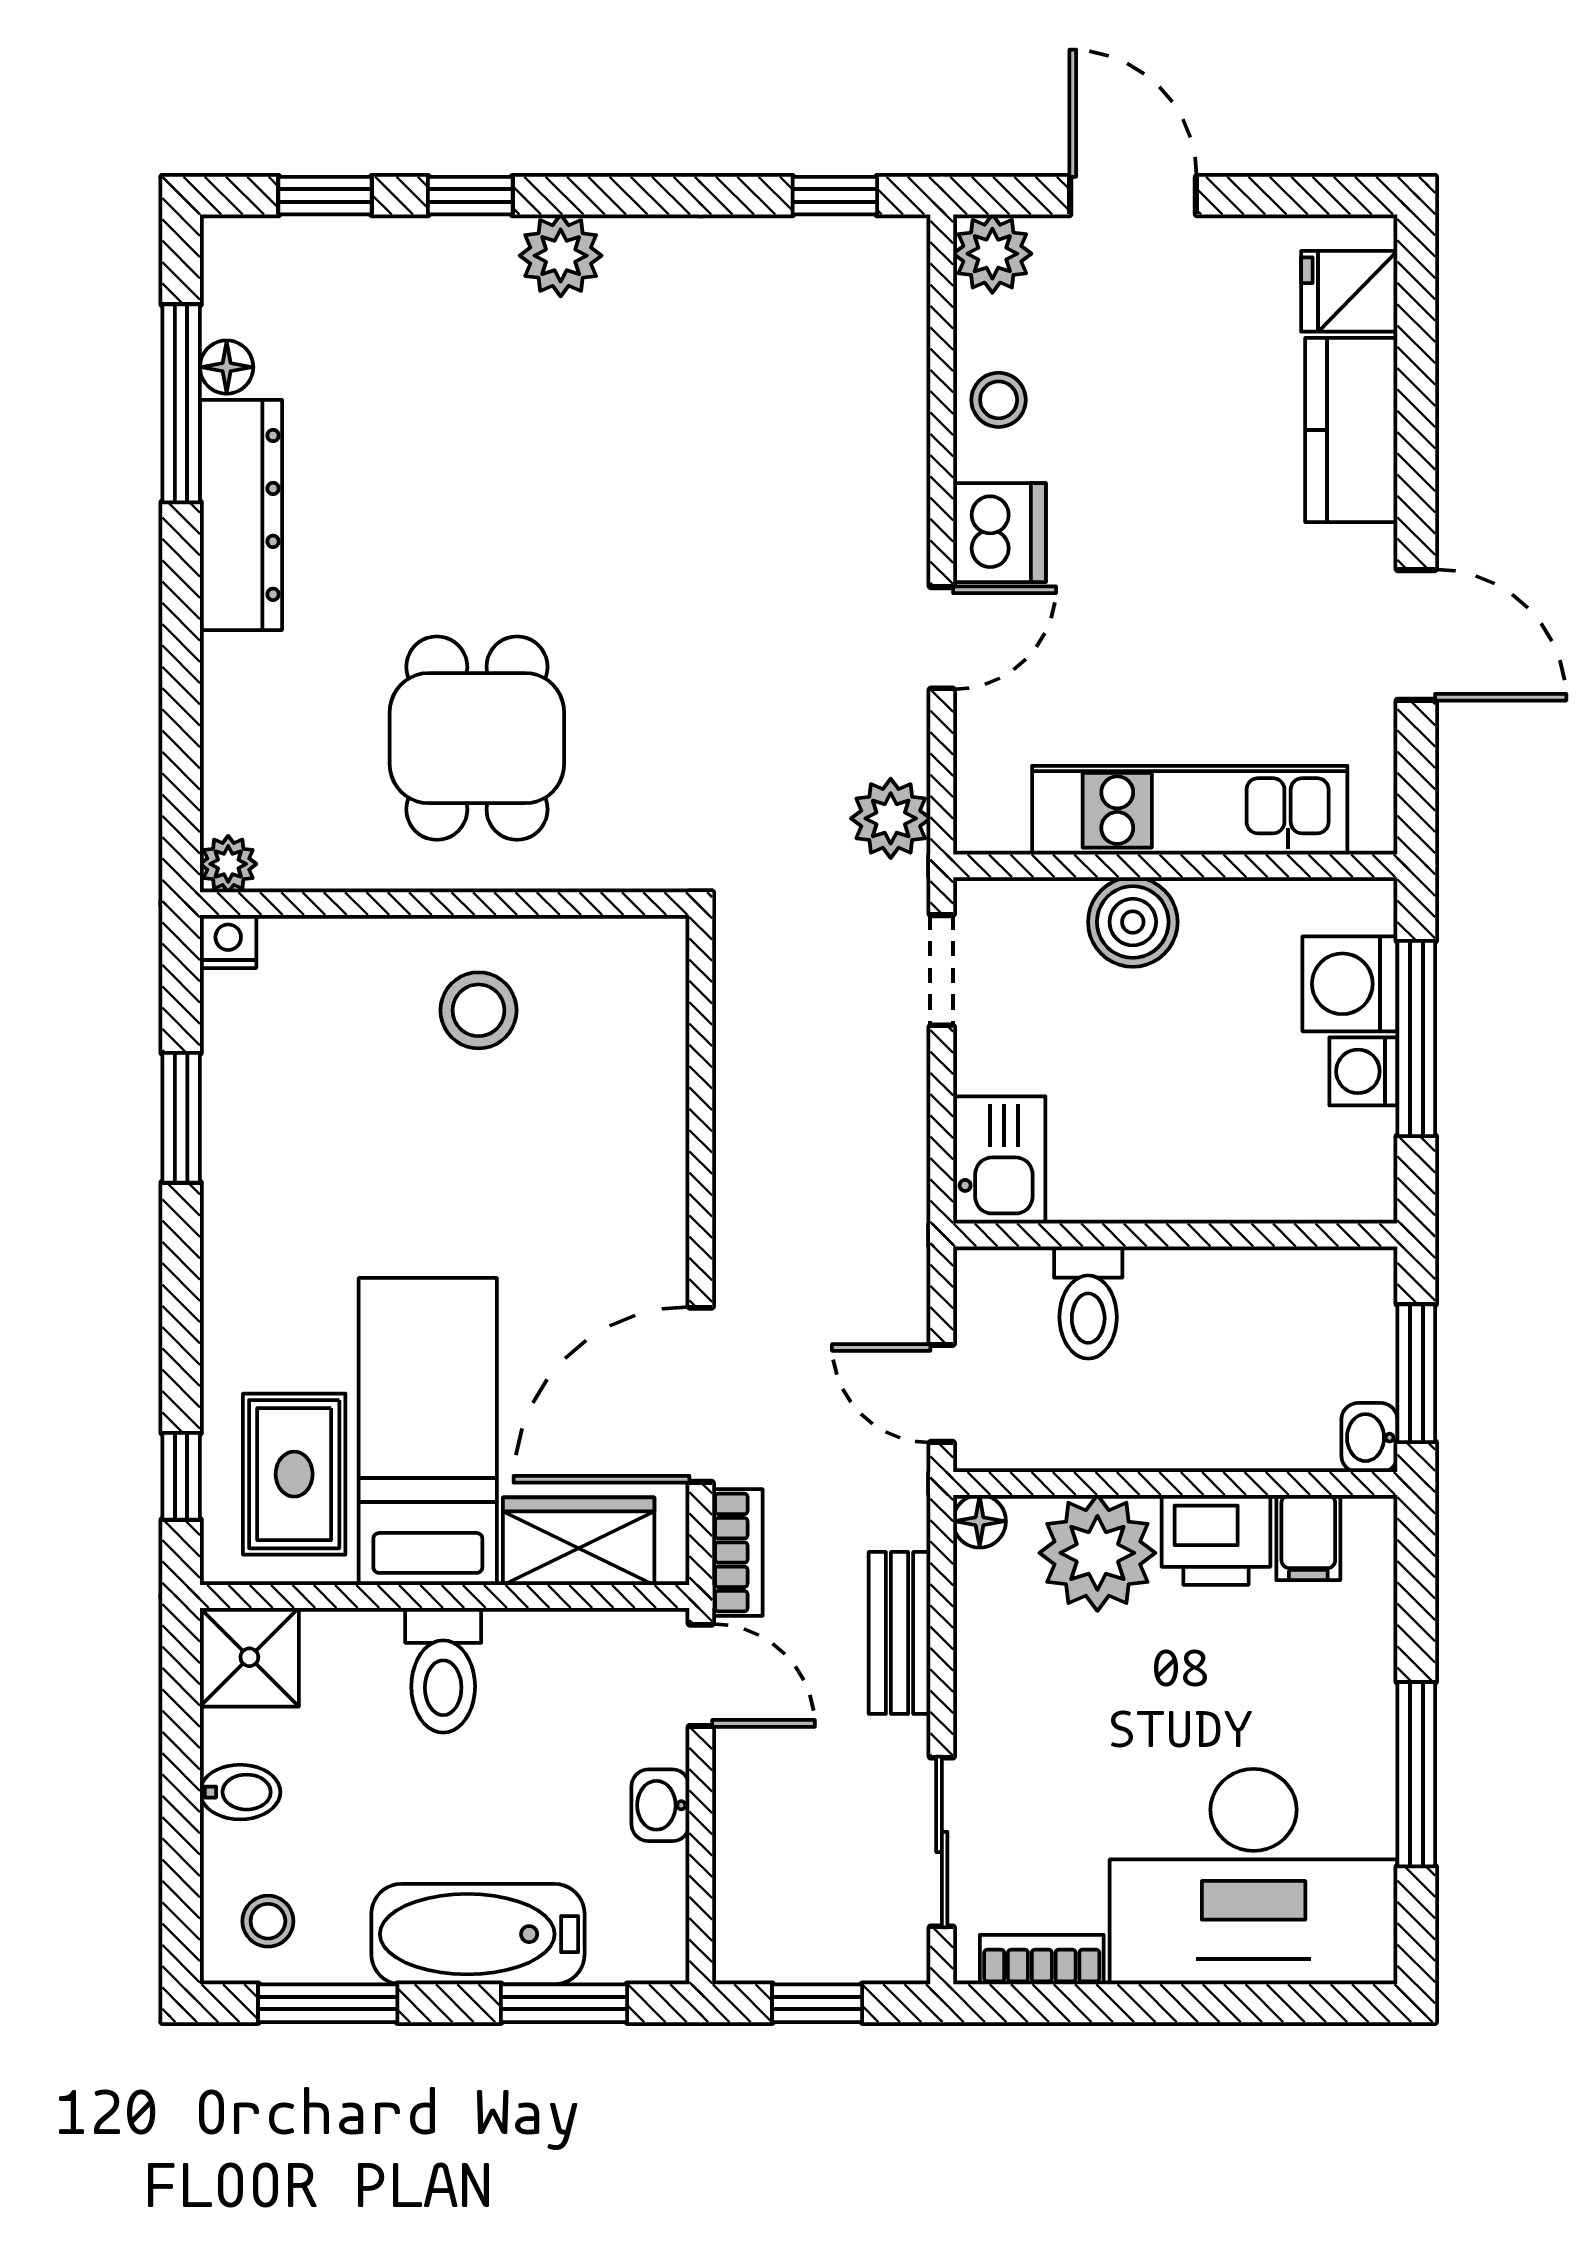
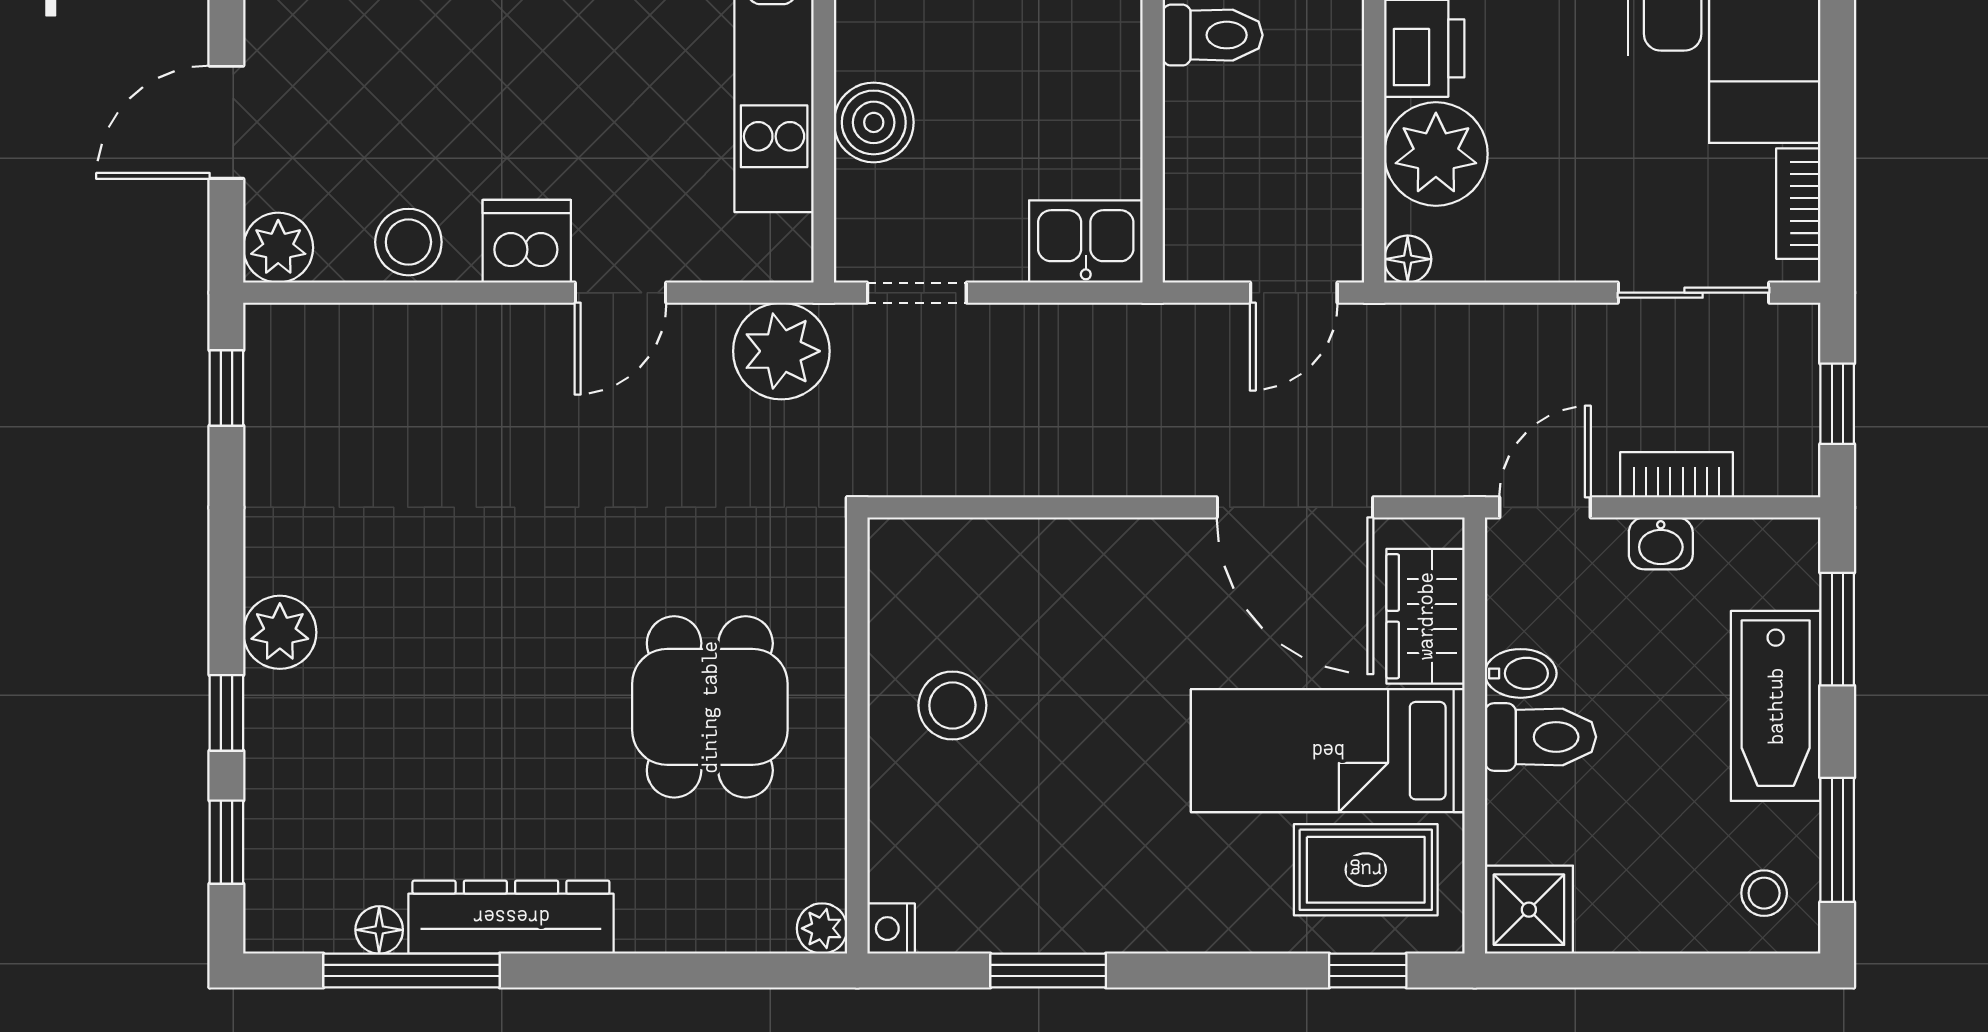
stool: (999, 400) -> (408, 242), width x1.37, depth x1.37
door: (942, 638) -> (621, 293), swing flipped
dining table: (477, 738) -> (710, 707), turned 90
plant: (891, 818) -> (781, 351), width x1.36, depth x1.36
toilet: (1088, 1302) -> (1213, 35), moved
bookcase: (737, 1553) -> (1677, 475), moved
bench: (900, 1633) -> (1507, 330), removed
bidet: (240, 1792) -> (1521, 673), moved, turned 90

